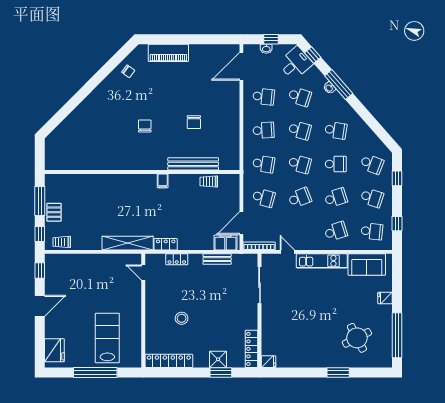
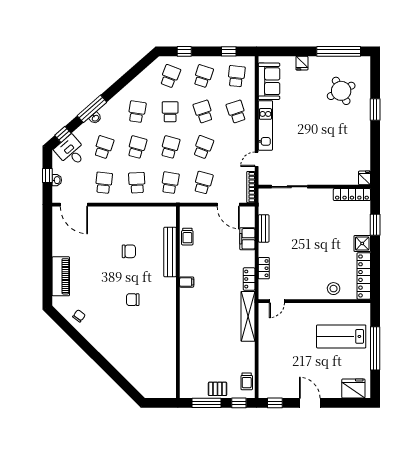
school desk: (300, 198) -> (203, 147), turned 42
filing cabinet: (225, 243) -> (247, 239), moved
stool: (182, 318) -> (334, 289), moved
shower: (218, 359) -> (362, 243), moved

